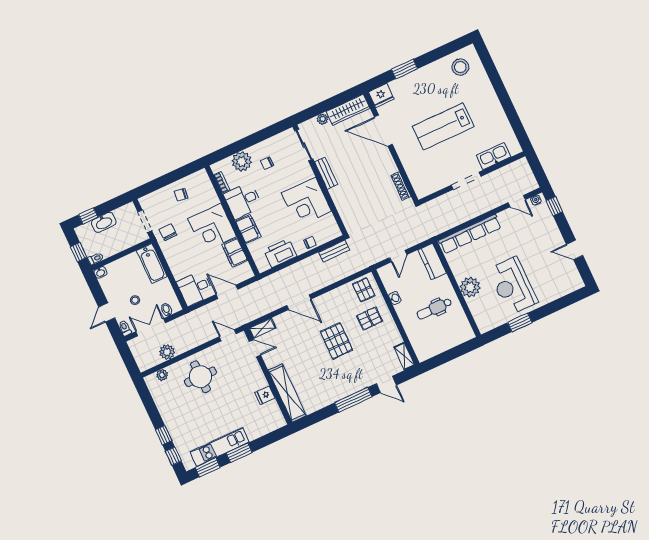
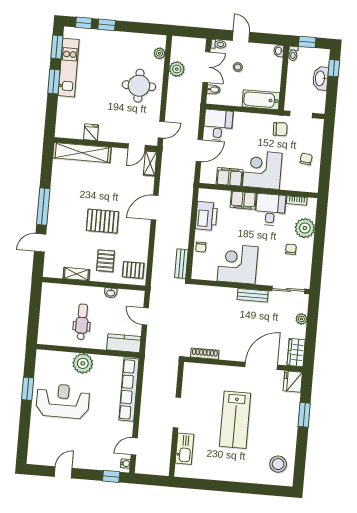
wardrobe: (348, 110) -> (296, 353), width x0.67
lab bench: (443, 126) -> (235, 420), turned 180
shelving: (404, 356) -> (76, 274), moved

